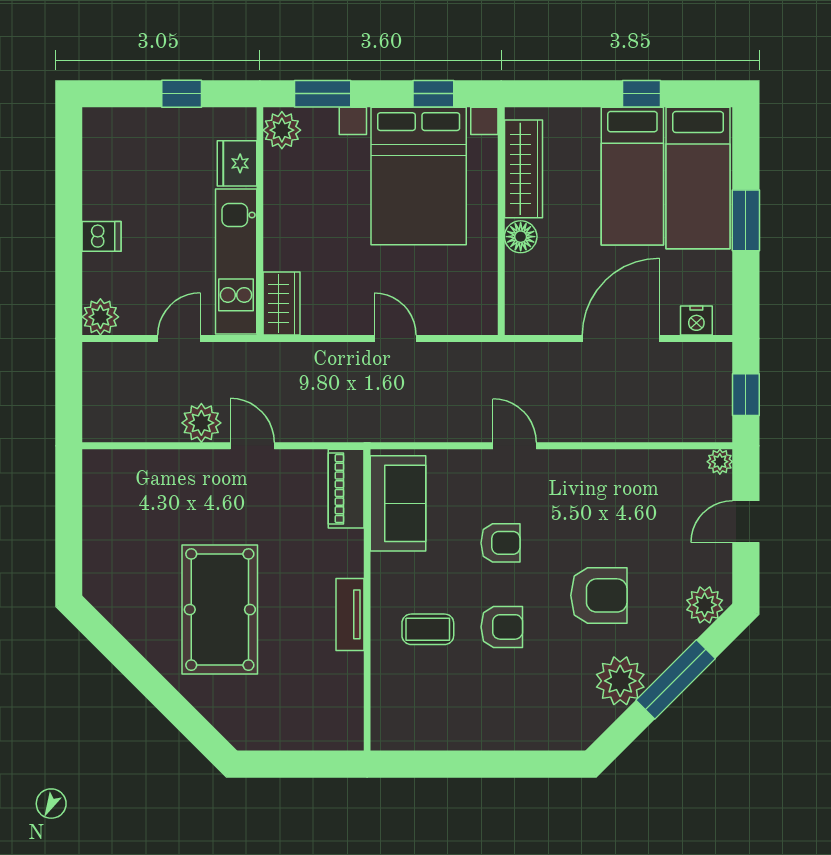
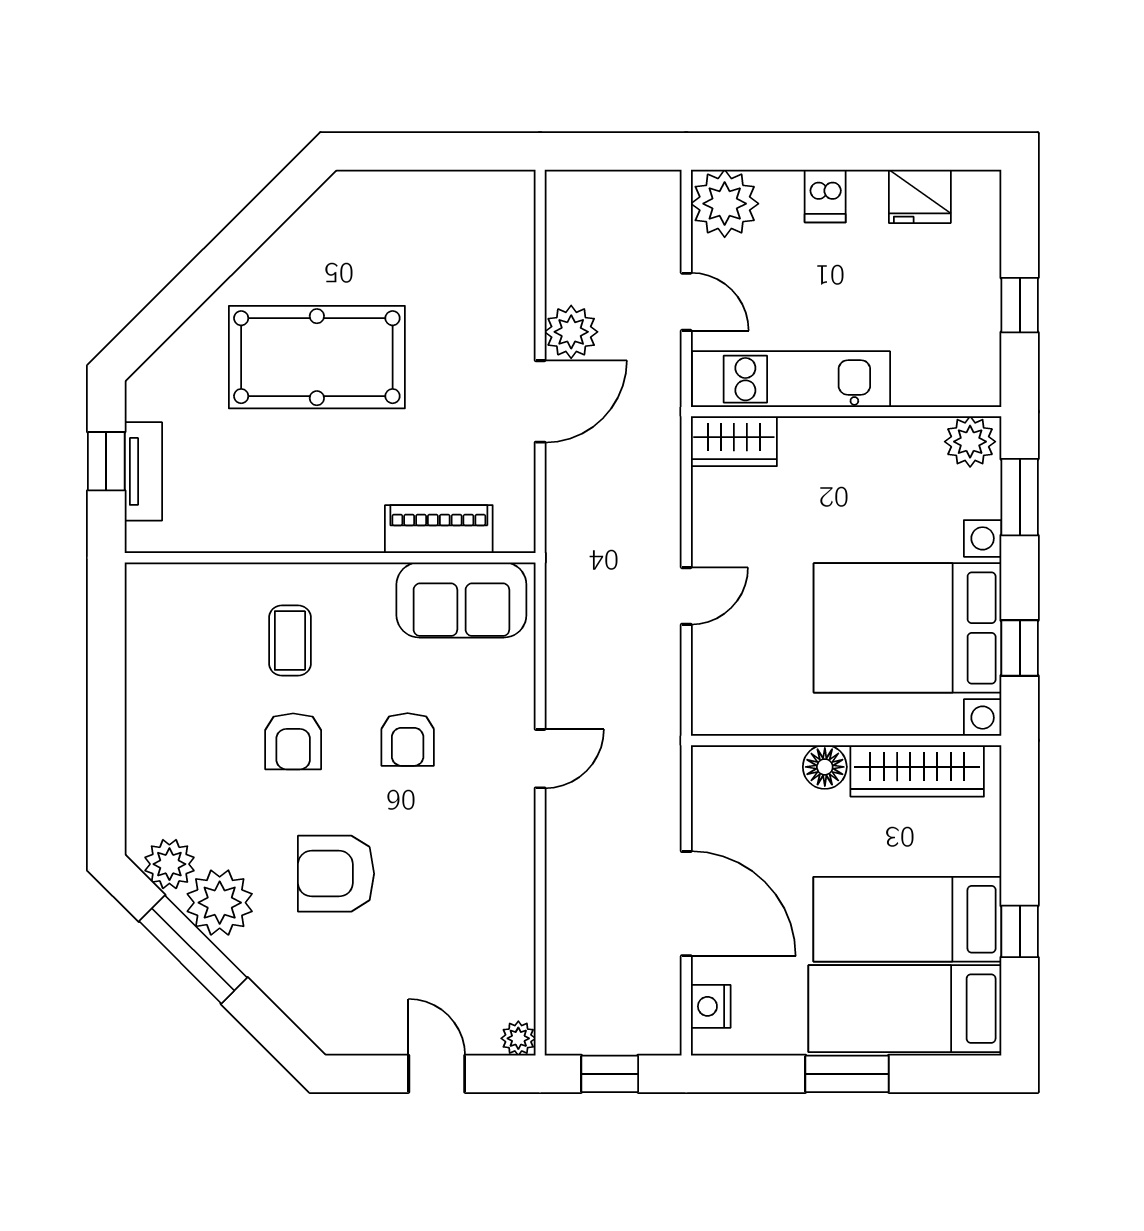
fridge: (237, 163) -> (920, 196), moved, turned 180
plant: (100, 317) -> (725, 204), width x1.36, depth x1.36
door: (252, 446) -> (540, 401), width x1.38
piano: (346, 489) -> (439, 529), moved
armchair: (599, 595) -> (336, 874), turned 90
plant: (705, 605) -> (169, 864), moved
tv unit: (350, 614) -> (143, 471), moved, turned 90
window: (676, 679) -> (193, 949), moved
window: (296, 764) -> (106, 461), added

